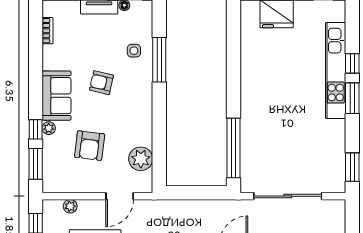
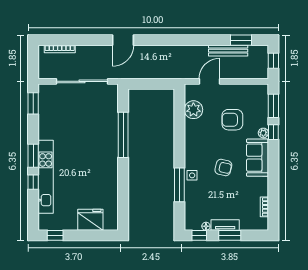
side table: (134, 51) -> (192, 175), moved
armchair: (90, 146) -> (232, 120), turned -97
window: (234, 148) -> (123, 135), moved
plant: (70, 206) -> (247, 74), removed

